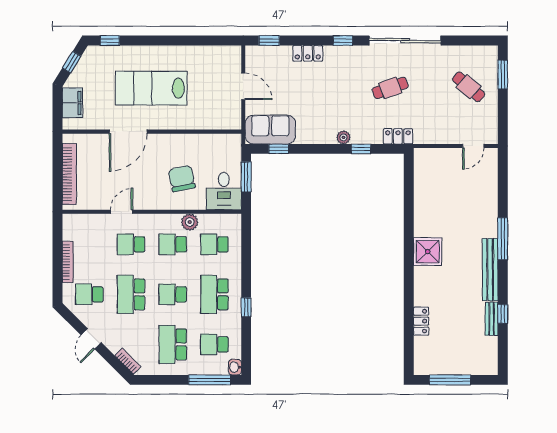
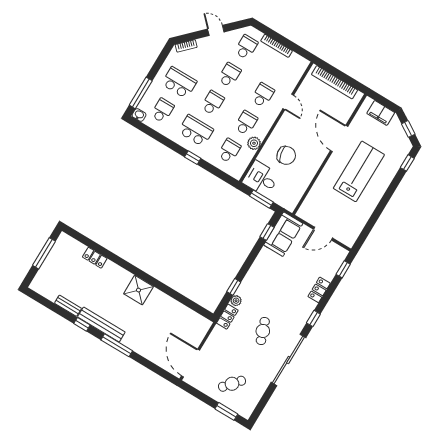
plant: (343, 137) -> (236, 301), moved
door: (473, 146) -> (191, 363), width x1.88
school desk: (131, 294) -> (229, 75), width x0.54
window: (246, 307) -> (193, 158), moved
window: (503, 314) -> (82, 324), moved

